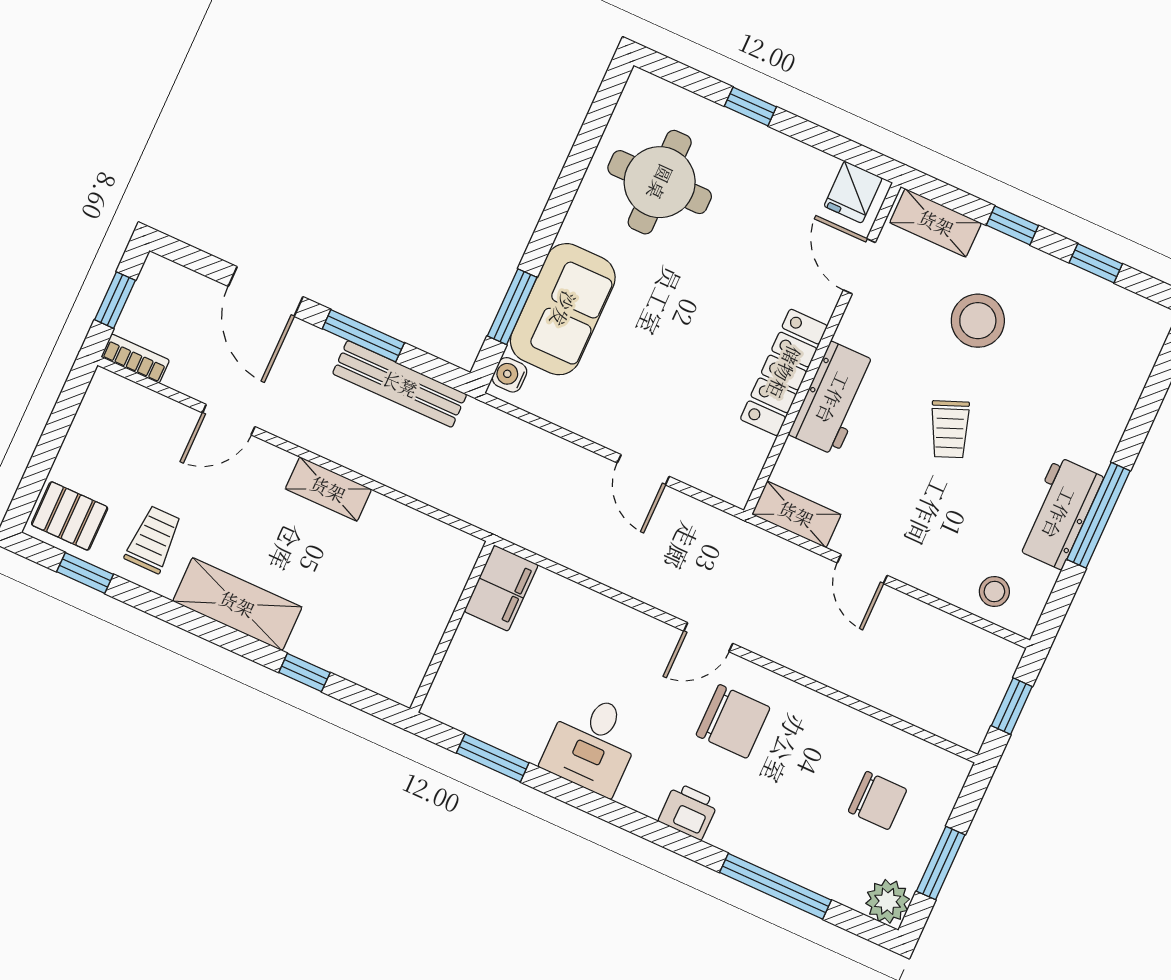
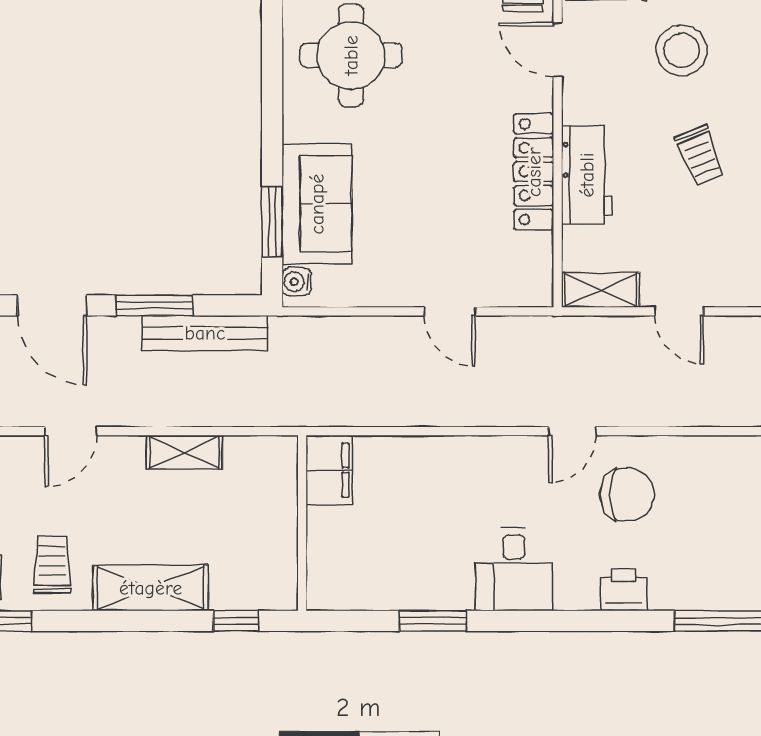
filing cabinet: (501, 588) -> (329, 470), moved
wall: (452, 627) -> (302, 523), moved

